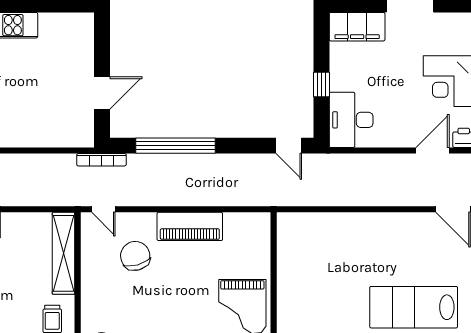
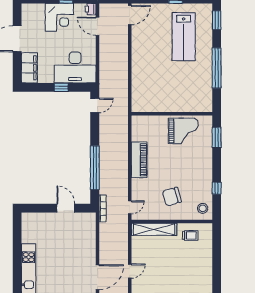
desk: (351, 120) -> (75, 67), width x1.36, depth x1.30
chair: (135, 256) -> (172, 197), moved

